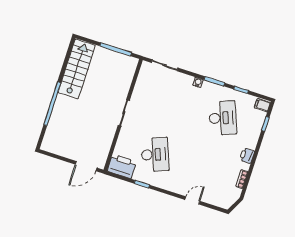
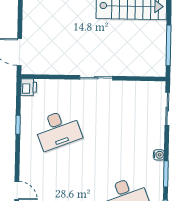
printer: (122, 166) -> (29, 87), width x0.53, depth x0.68

